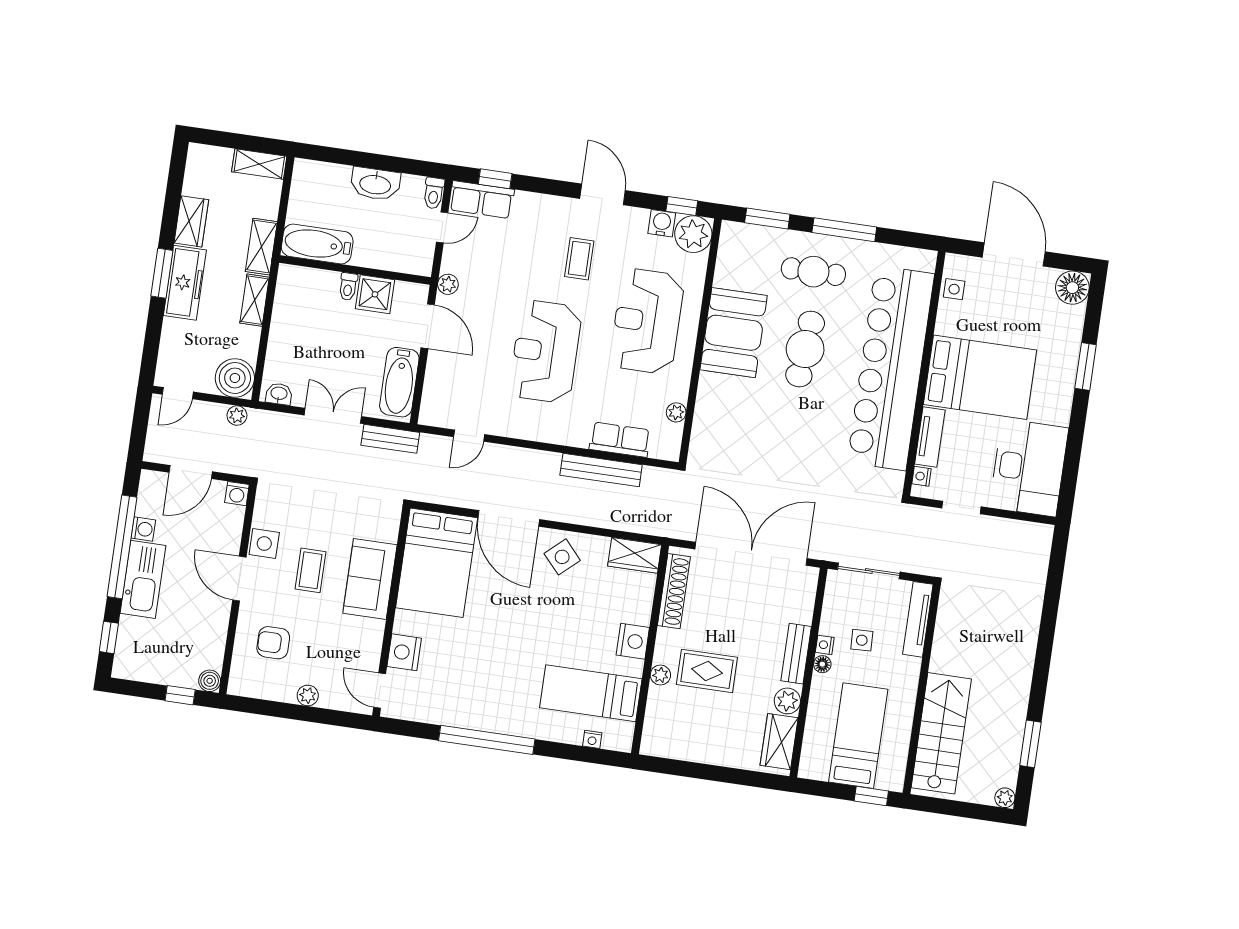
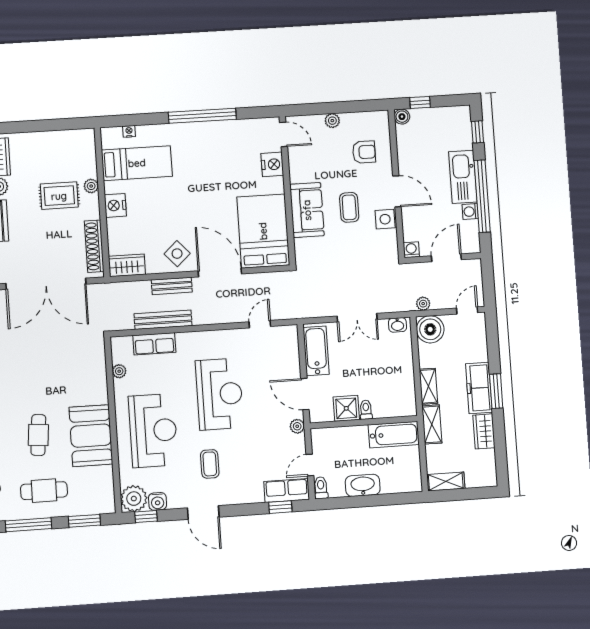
cafe table: (805, 349) -> (38, 435), width x0.73, depth x0.74
bench: (390, 439) -> (172, 286), moved

